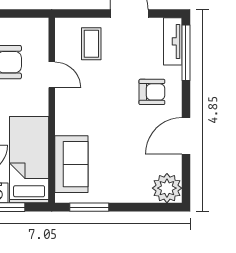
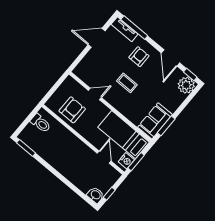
coffee table: (91, 44) -> (127, 83), moved
sofa: (71, 164) -> (155, 121), moved, turned -90
window: (186, 182) -> (190, 75), added

